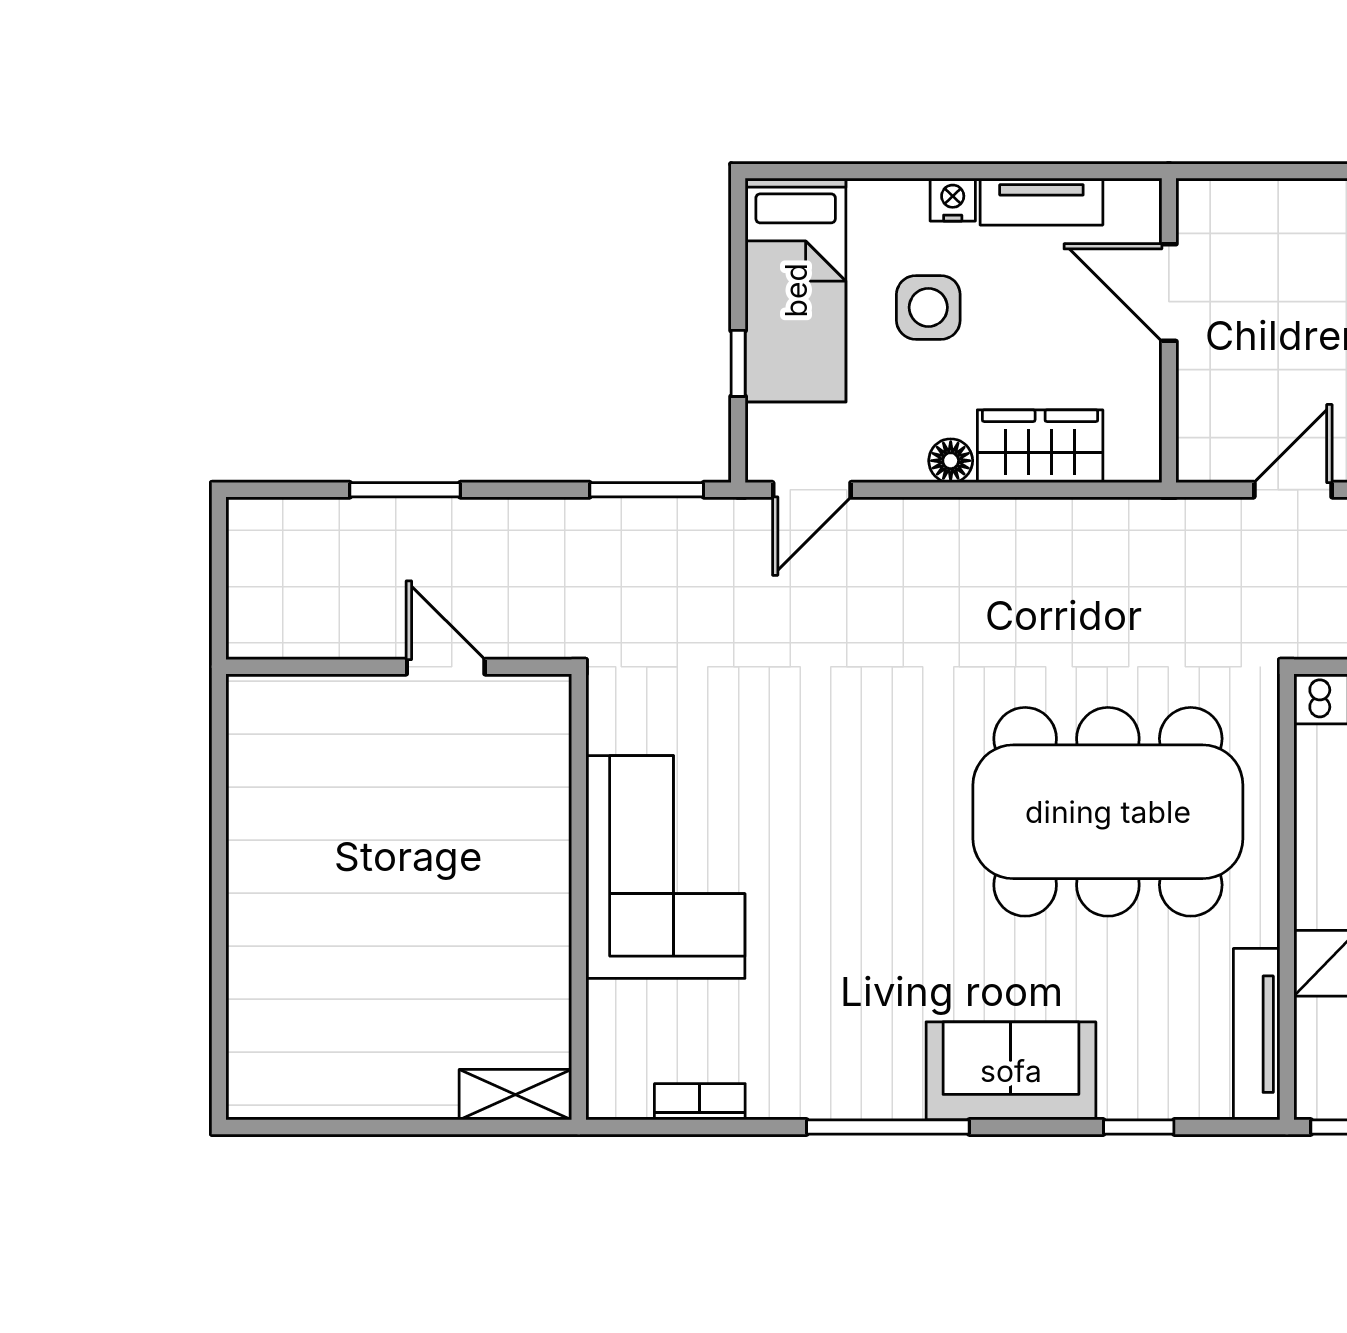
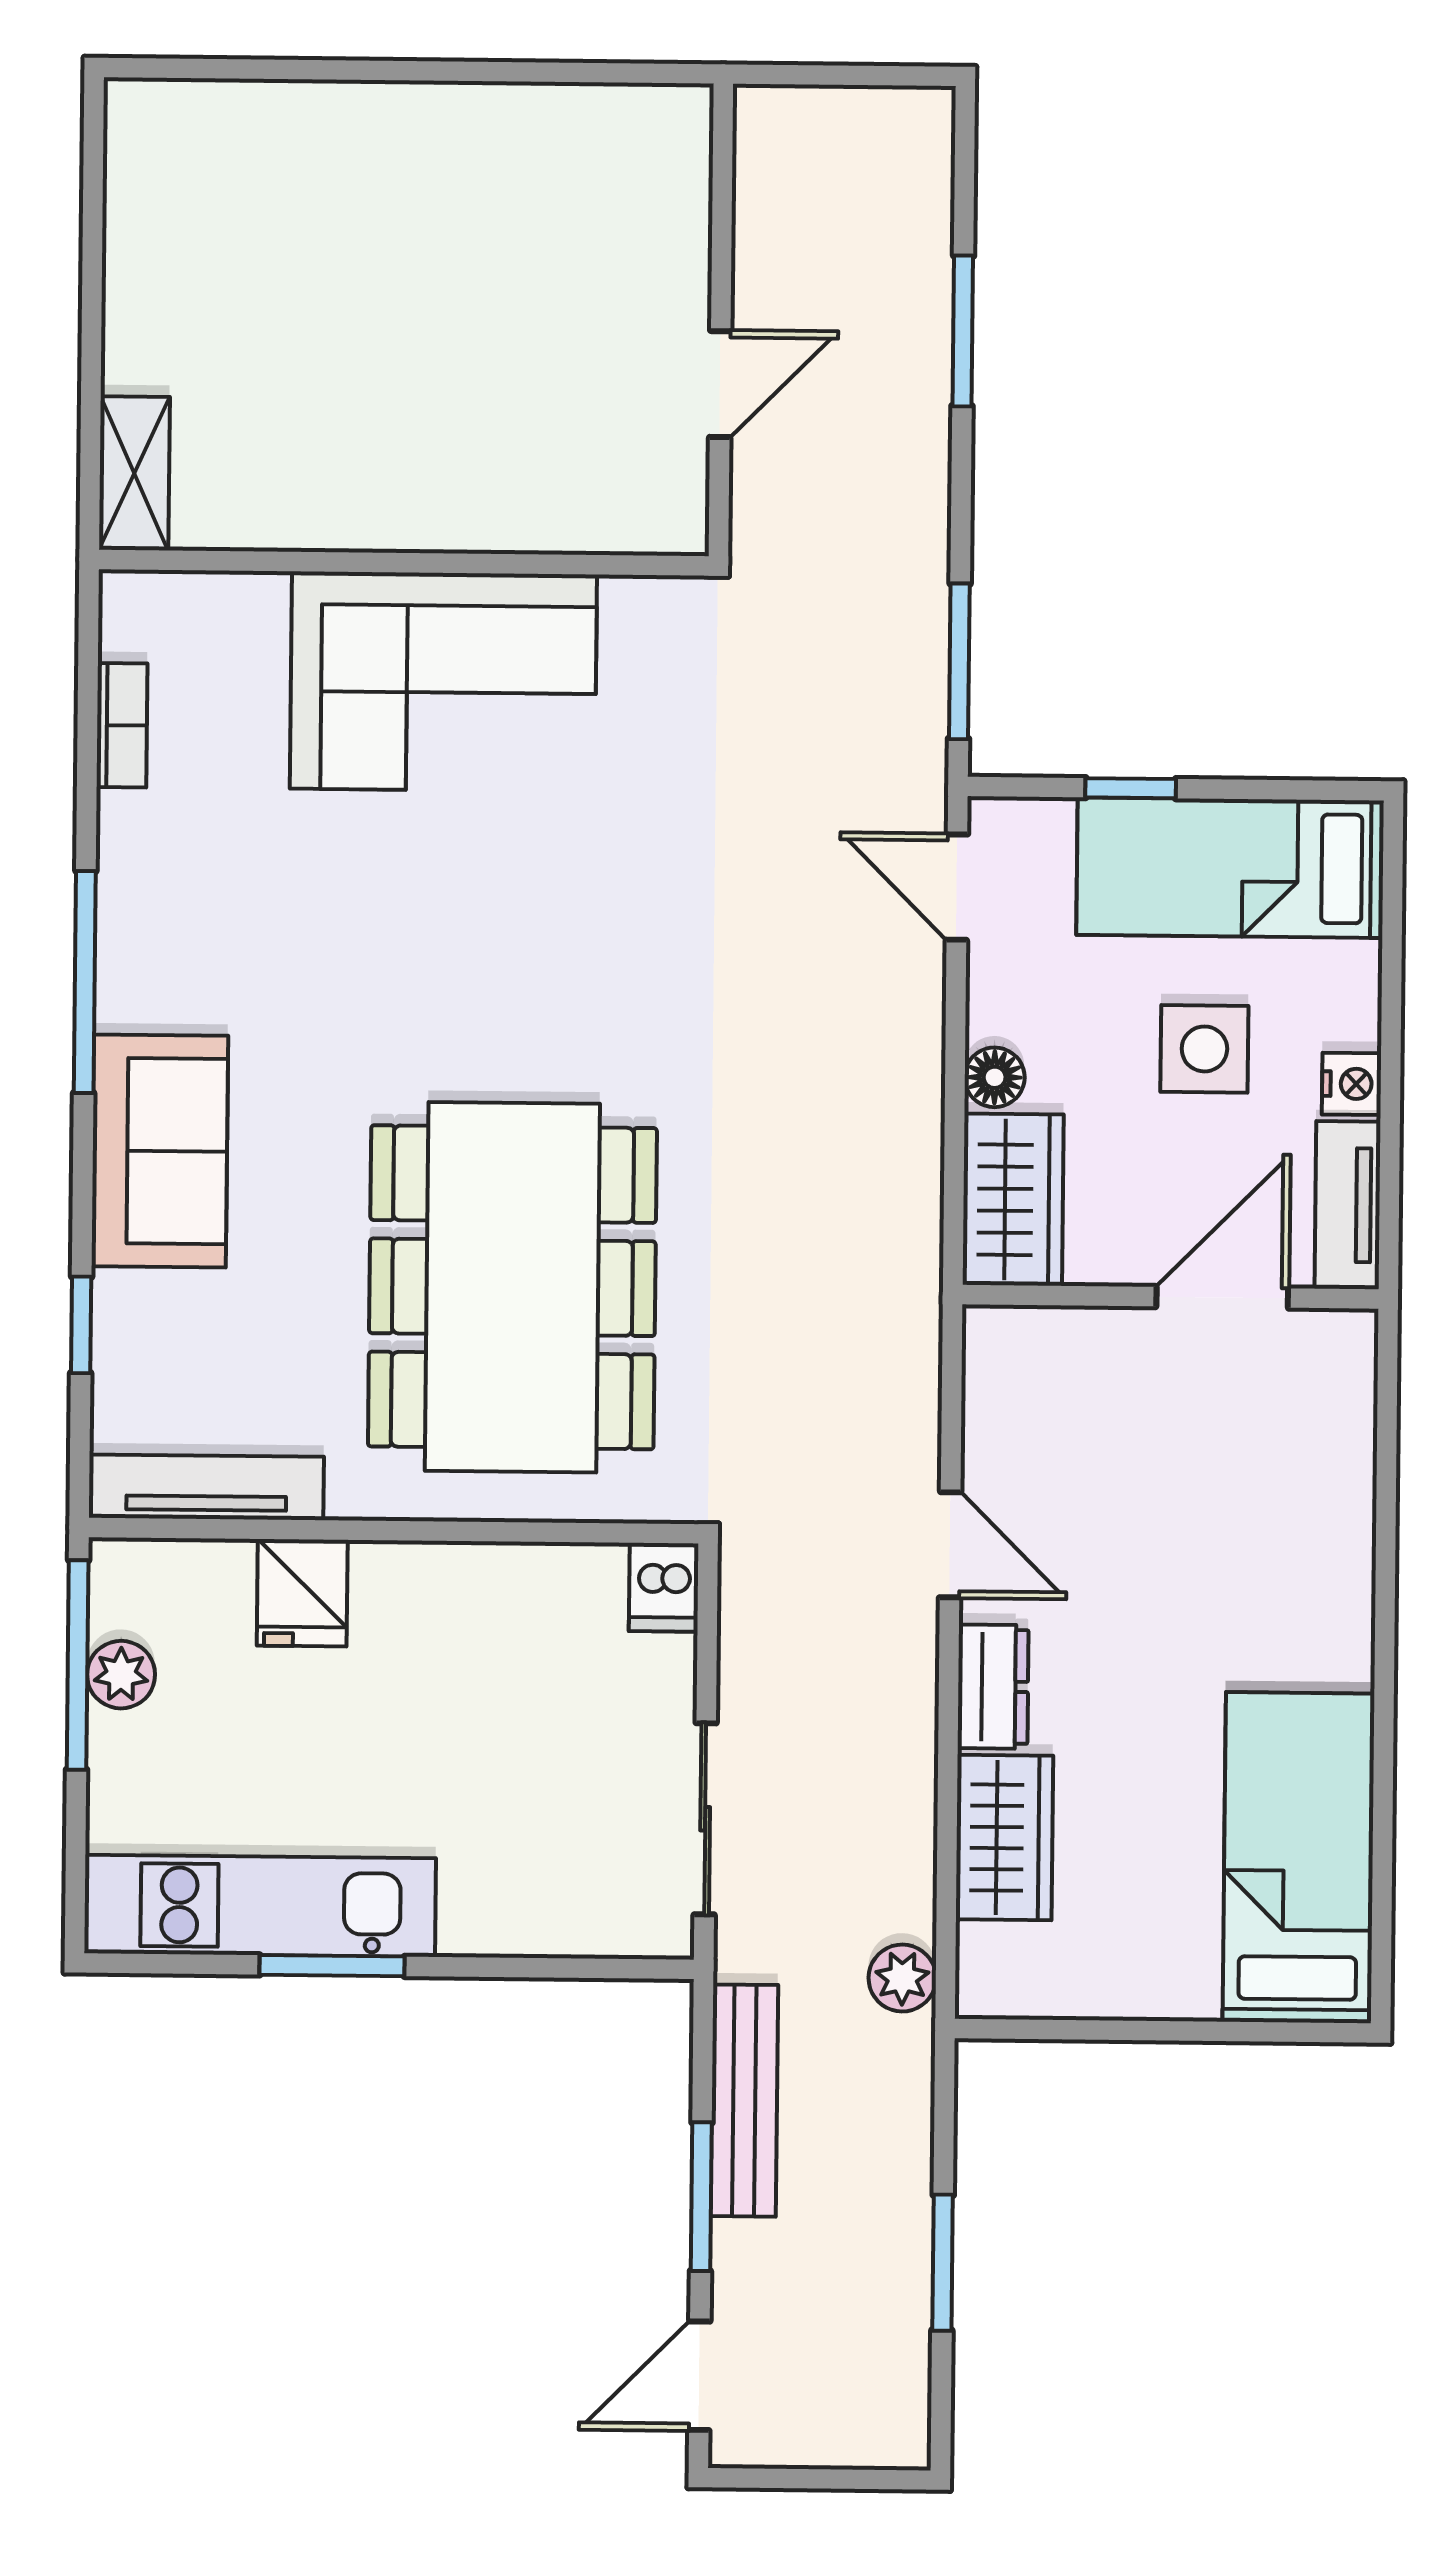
door: (1169, 293) -> (1222, 1297), moved
wall: (1169, 330) -> (1170, 1297), moved

